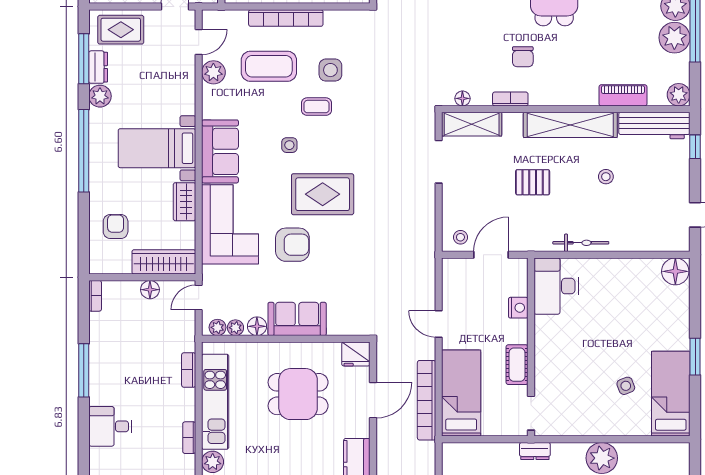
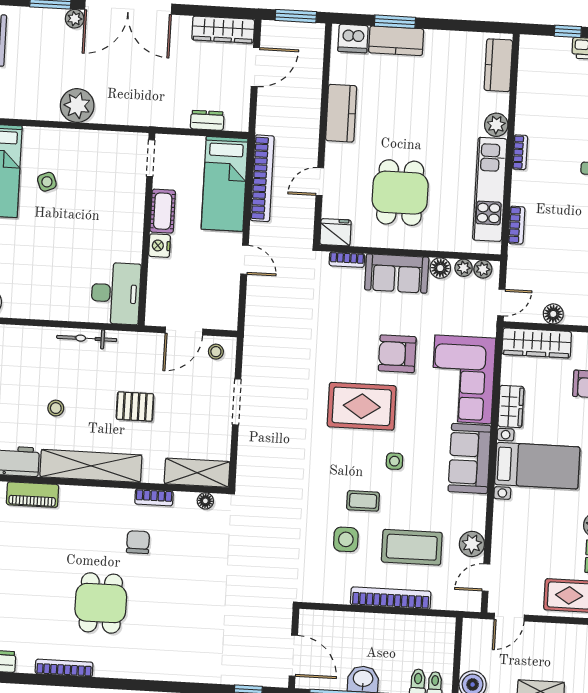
doorway: (439, 162) -> (237, 402), moved
nightstand: (518, 308) -> (160, 246), moved
bookcase: (344, 329) -> (347, 260), added
dining table: (298, 394) -> (400, 193), turned 90
door: (373, 400) -> (320, 182), width x0.73
dresser: (535, 451) -> (207, 120), moved

